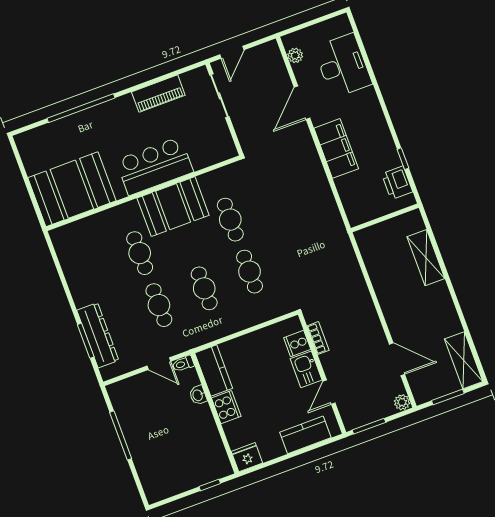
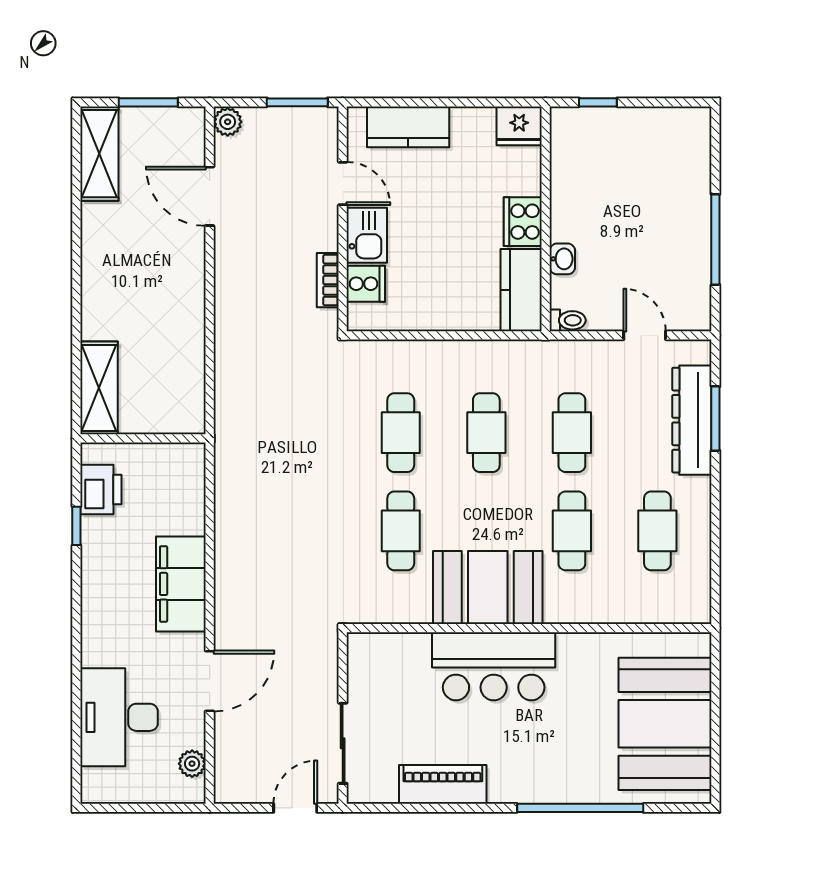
booth: (72, 189) -> (665, 724), moved, turned 90
shelving: (426, 258) -> (99, 388), moved
cafe table: (94, 270) -> (657, 531), added
door: (159, 364) -> (645, 335), moved
door: (329, 392) -> (343, 183), hinge flipped

